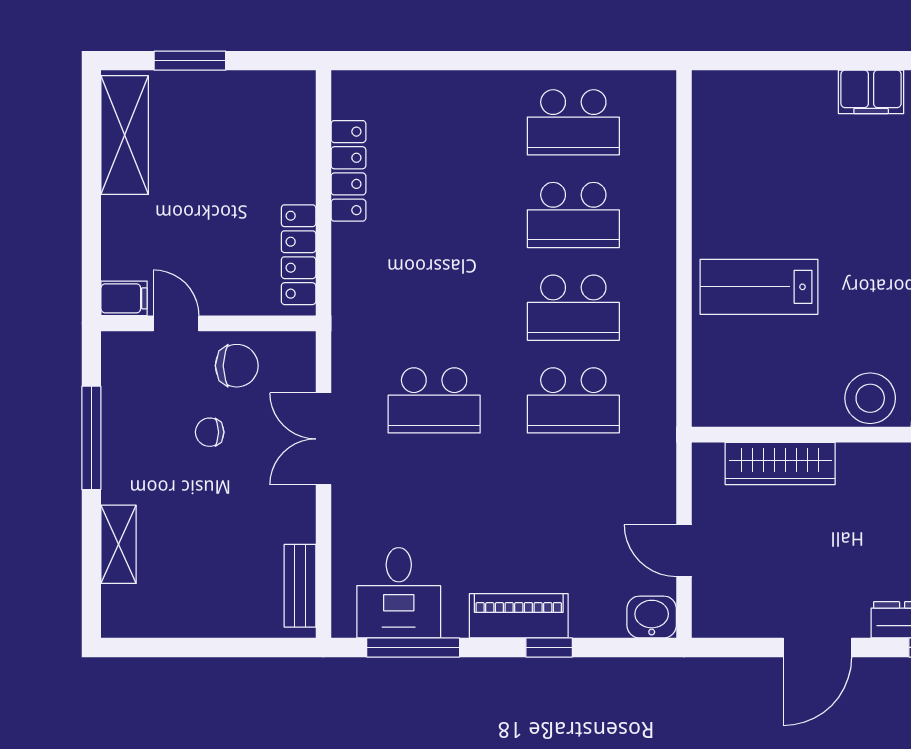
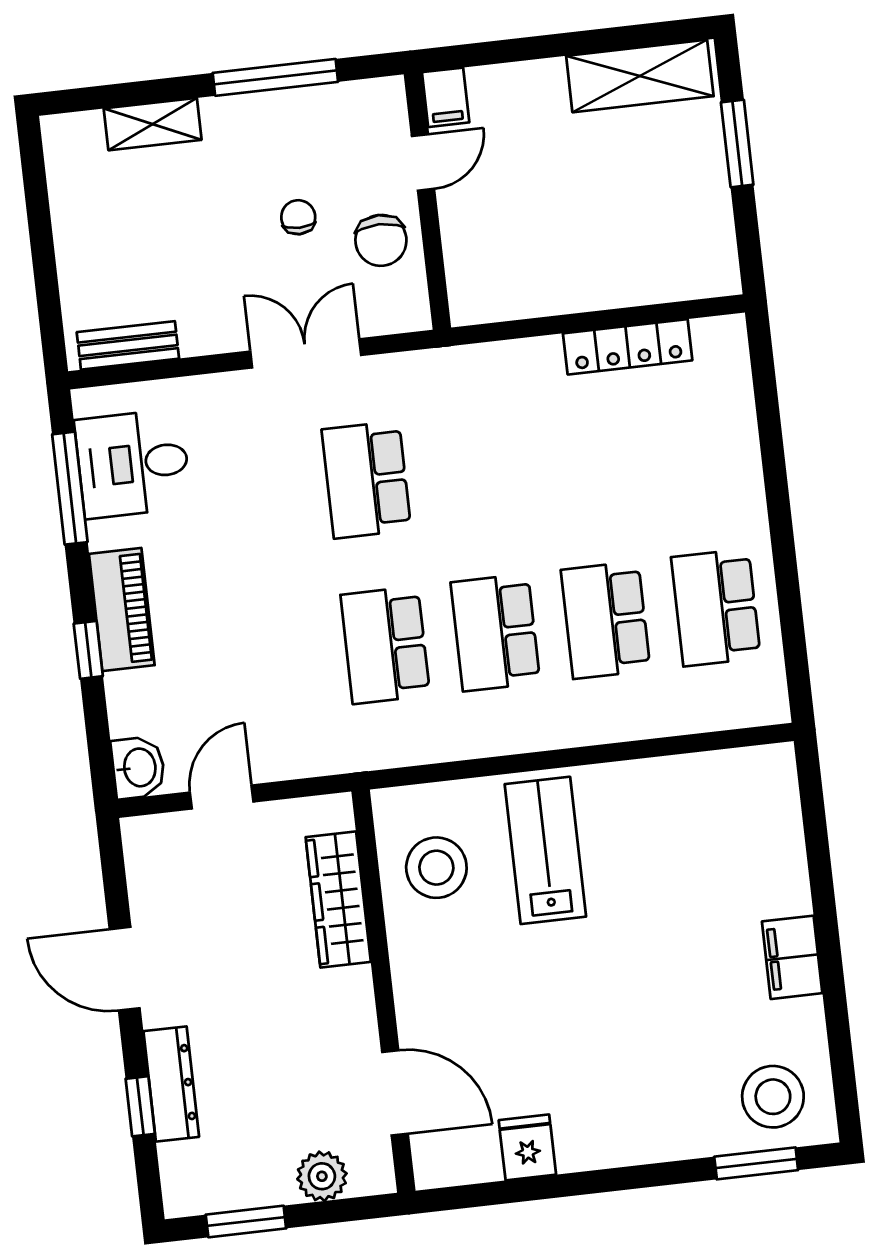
locker: (299, 255) -> (521, 299), removed
stool: (870, 398) -> (436, 868), moved

